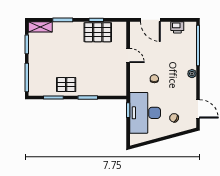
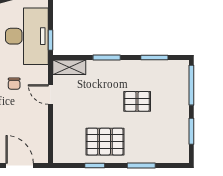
shelving: (40, 27) -> (69, 67), moved
pallet: (98, 32) -> (105, 142), moved
door: (128, 55) -> (50, 95), moved
pallet: (66, 85) -> (137, 101), moved

